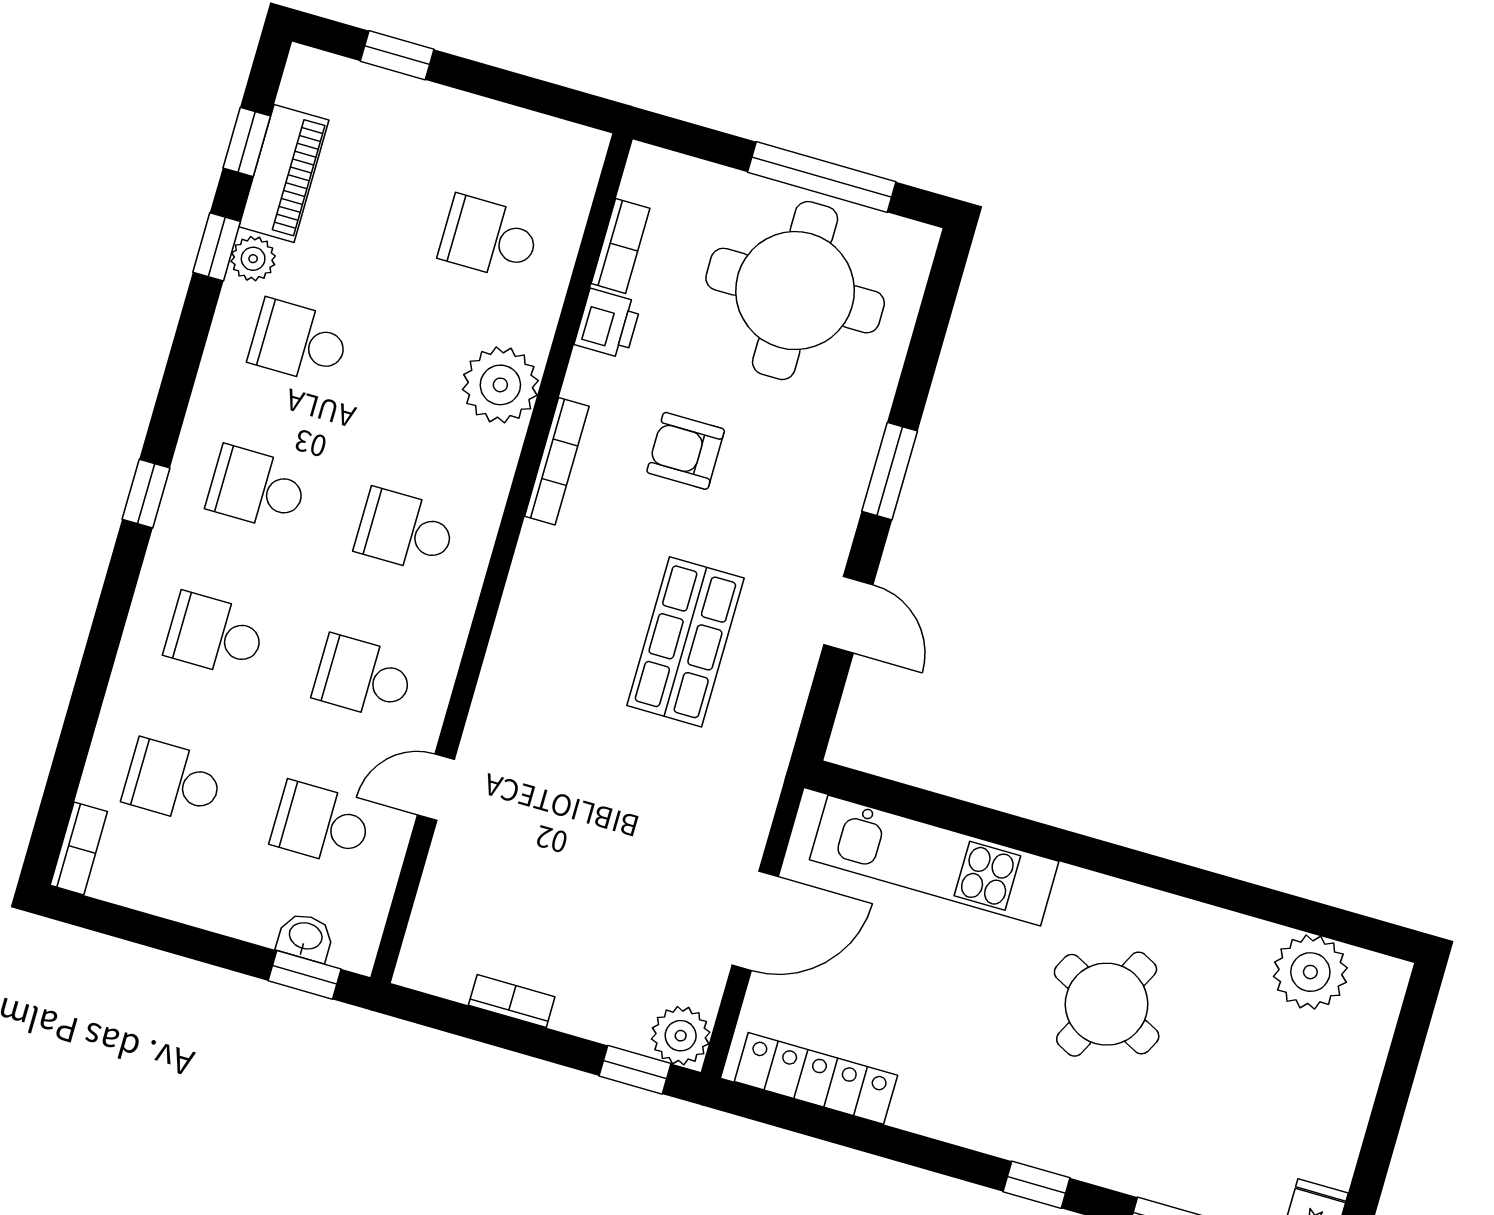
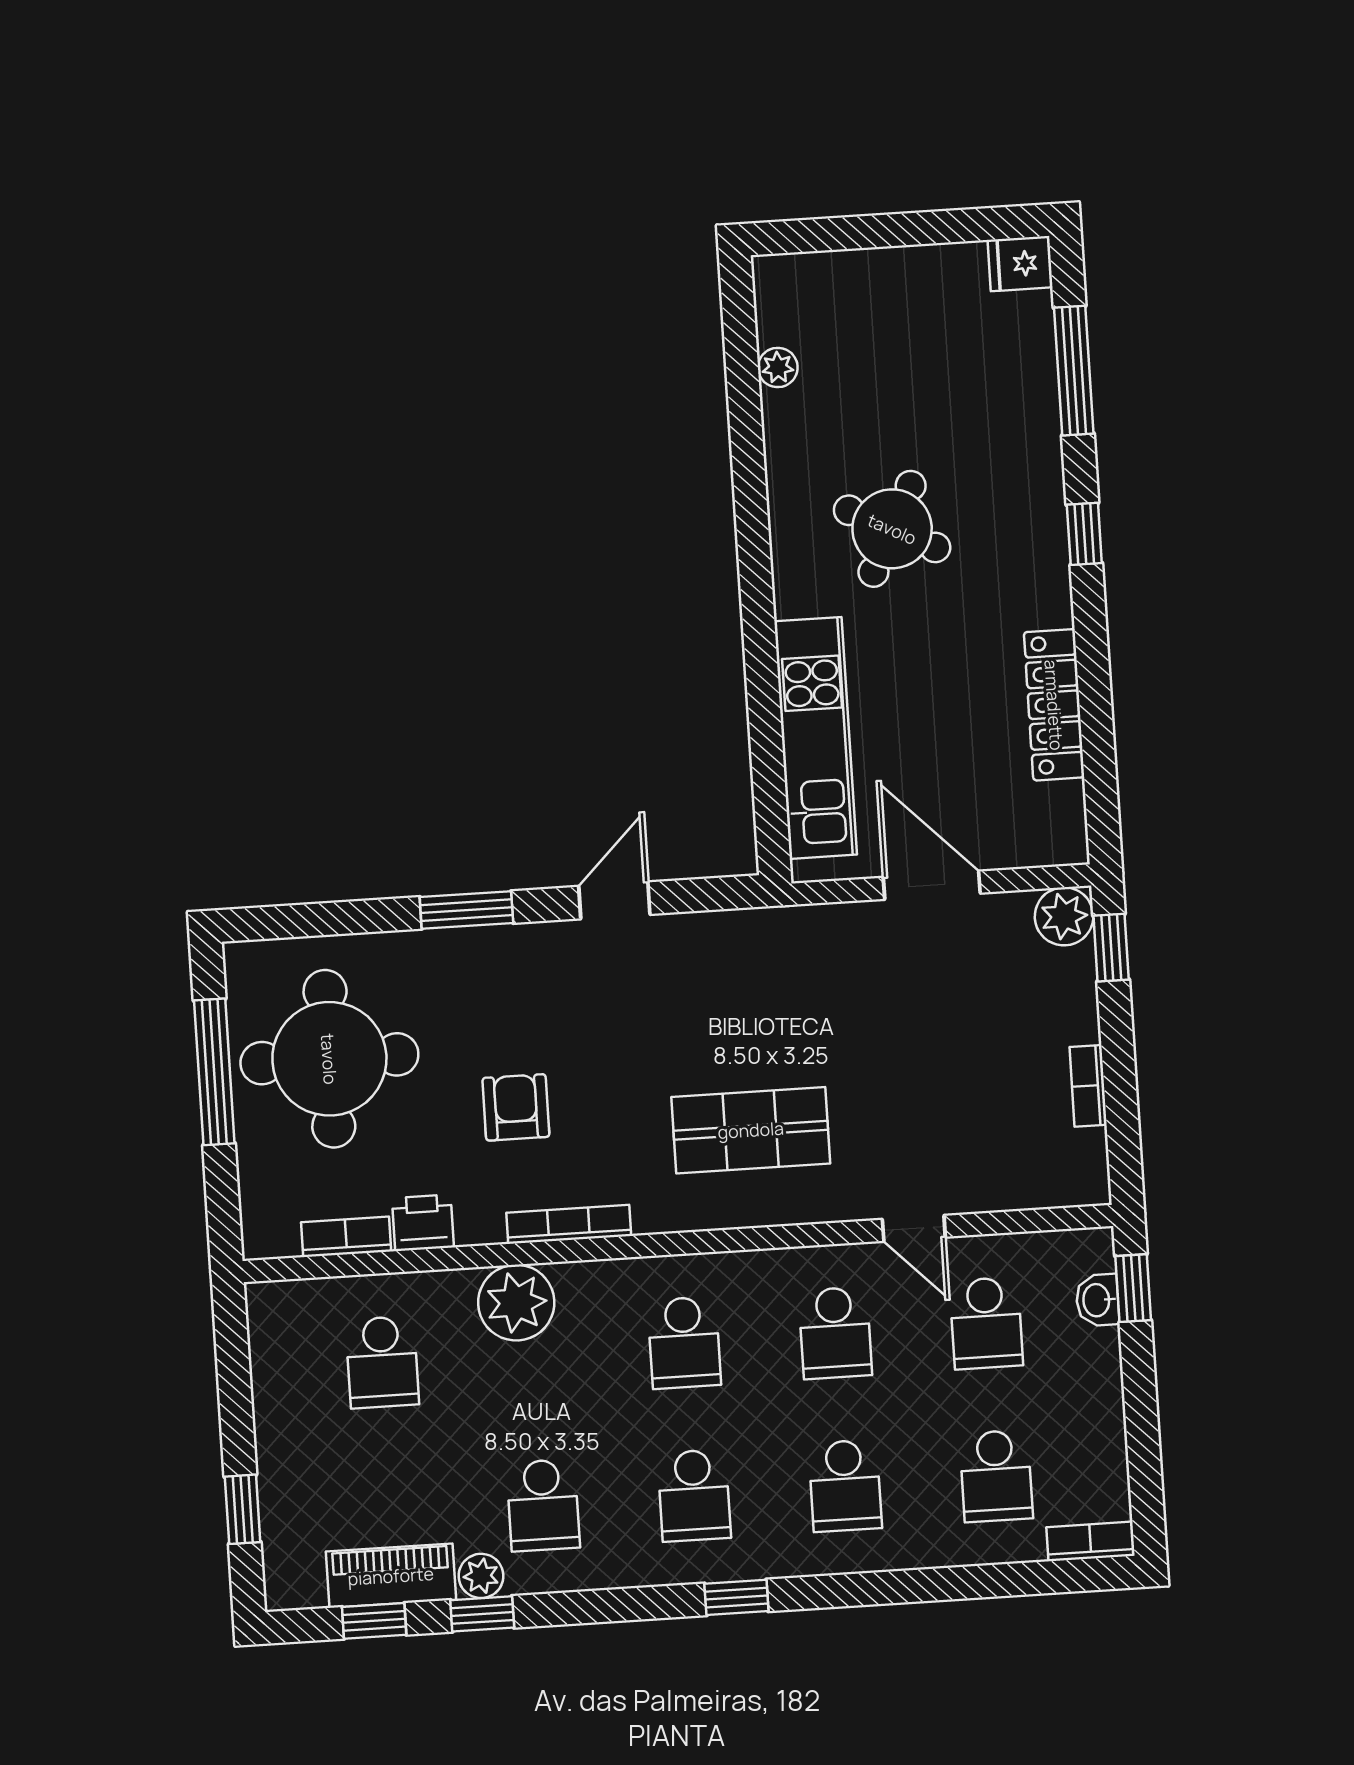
armchair: (686, 451) -> (516, 1107), turned 180
shop shelf: (685, 642) -> (751, 1130), moved
plant: (1310, 972) -> (778, 367), width x0.53, depth x0.53
locker: (816, 1078) -> (1054, 705), moved

